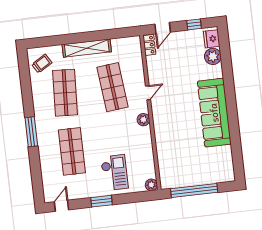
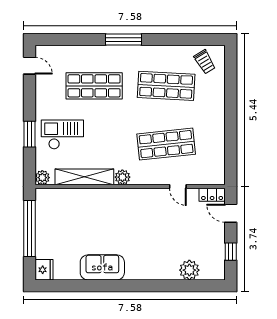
fridge: (212, 39) -> (44, 270), moved, turned 90
shelving: (87, 48) -> (84, 177), moved, turned 90
door: (148, 93) -> (178, 186), moved
sofa: (214, 113) -> (102, 267), width x0.54, depth x0.79
checkout: (114, 173) -> (62, 135), turned 180
window: (101, 201) -> (29, 134), moved

